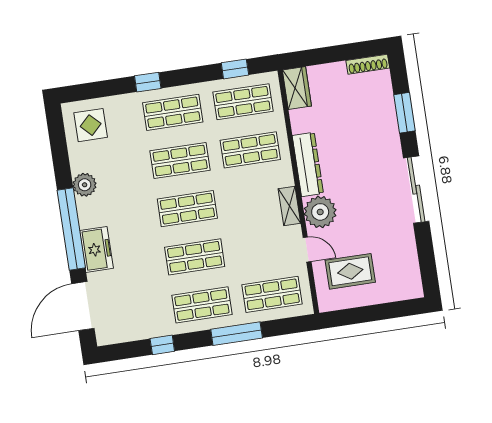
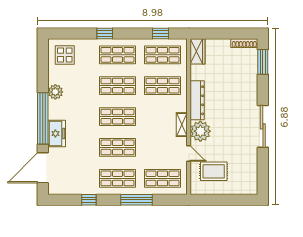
window: (405, 113) -> (263, 62), moved

